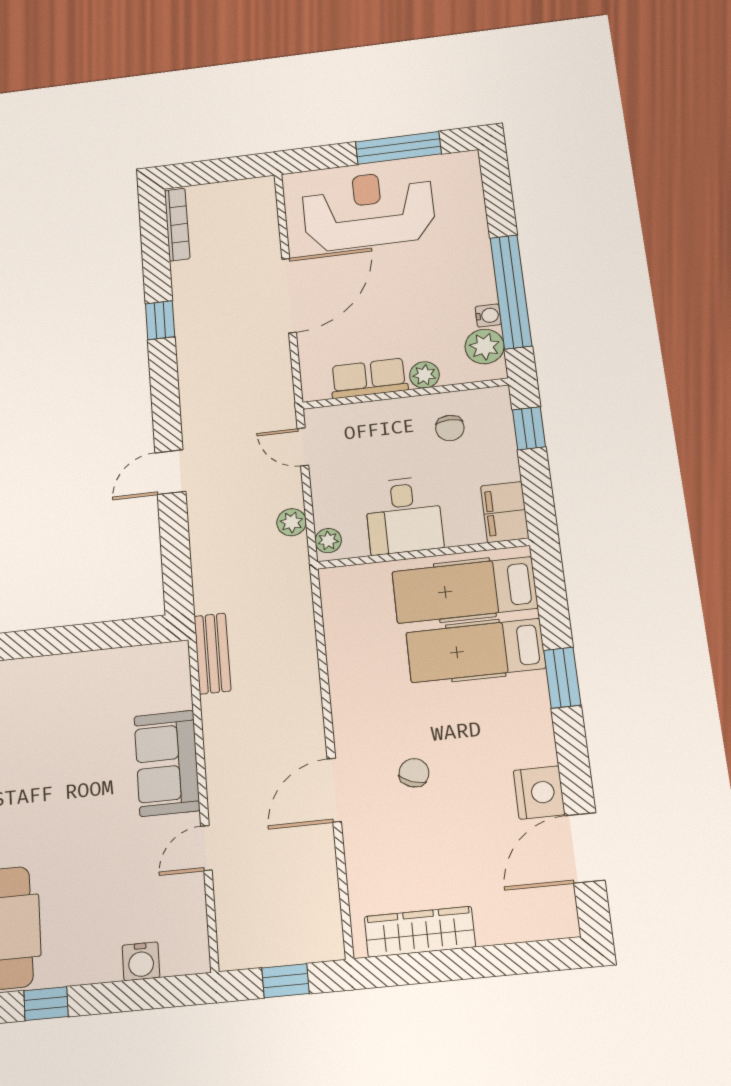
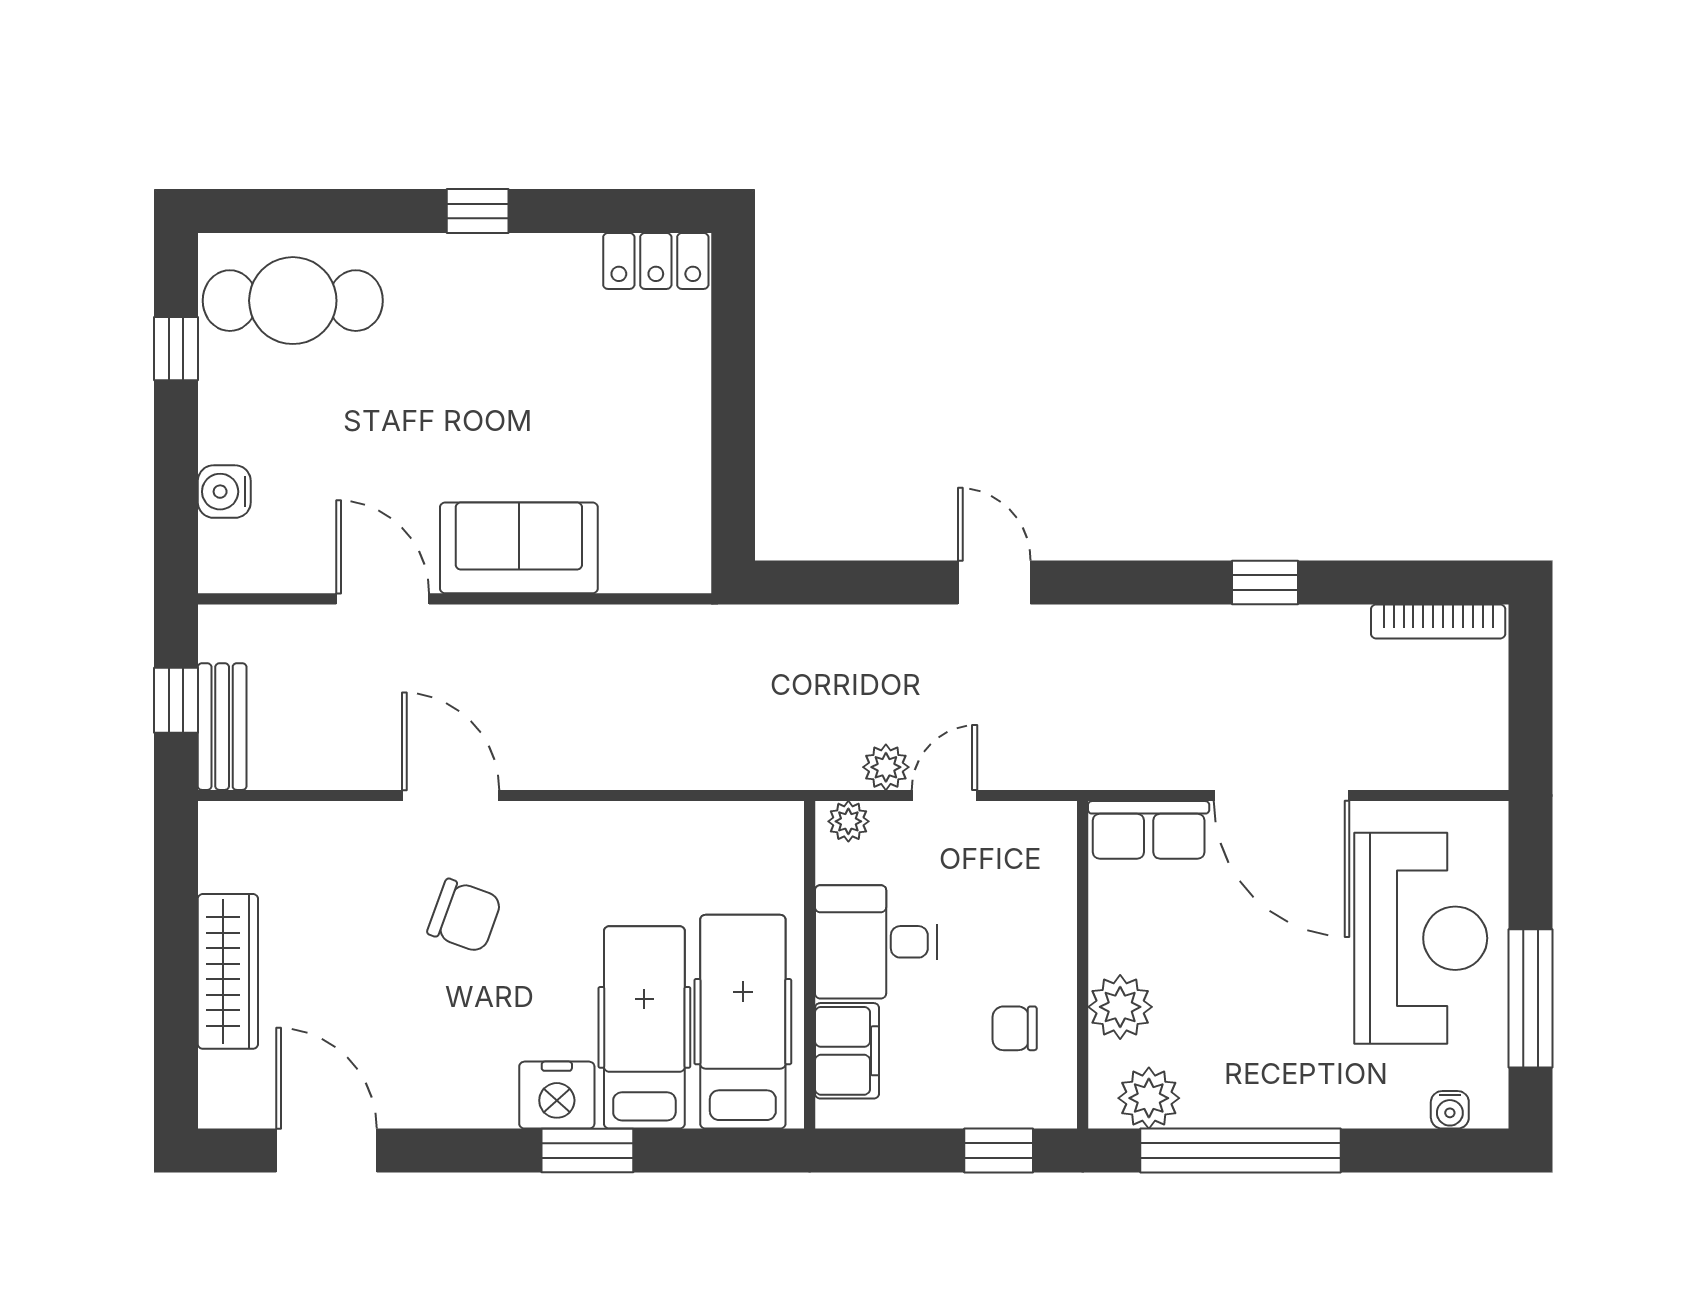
water cooler: (488, 316) -> (1450, 1110), moved
plant: (424, 375) -> (1120, 1007), width x1.38, depth x1.38
row of seats: (369, 378) -> (1149, 830), moved, turned 90
door: (303, 447) -> (944, 796), moved
filing cabinet: (505, 512) -> (847, 1051), moved, turned 90
bench: (212, 653) -> (222, 727), moved, turned 90
chair: (414, 773) -> (465, 916), width x1.37, depth x1.37
nightstand: (539, 792) -> (557, 1095), moved
door: (206, 848) -> (383, 599), width x1.38
wardrobe: (420, 932) -> (228, 971), moved

